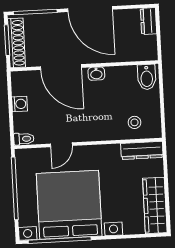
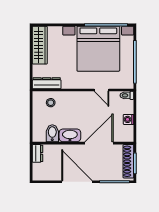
dresser: (149, 21) -> (37, 153), moved
door: (61, 67) -> (99, 143), hinge flipped
washbasin: (96, 74) -> (70, 135), width x1.91, depth x1.45
bidet: (147, 77) -> (52, 133), moved
door: (61, 145) -> (101, 90), swing flipped

